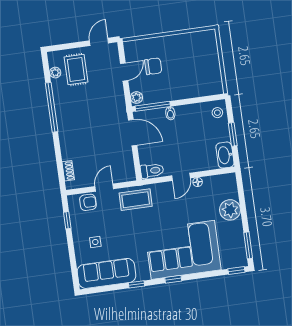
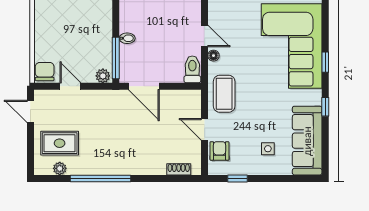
chair: (153, 66) -> (45, 72), moved
door: (133, 133) -> (144, 86), swing flipped
floor lamp: (198, 182) -> (213, 56), moved

